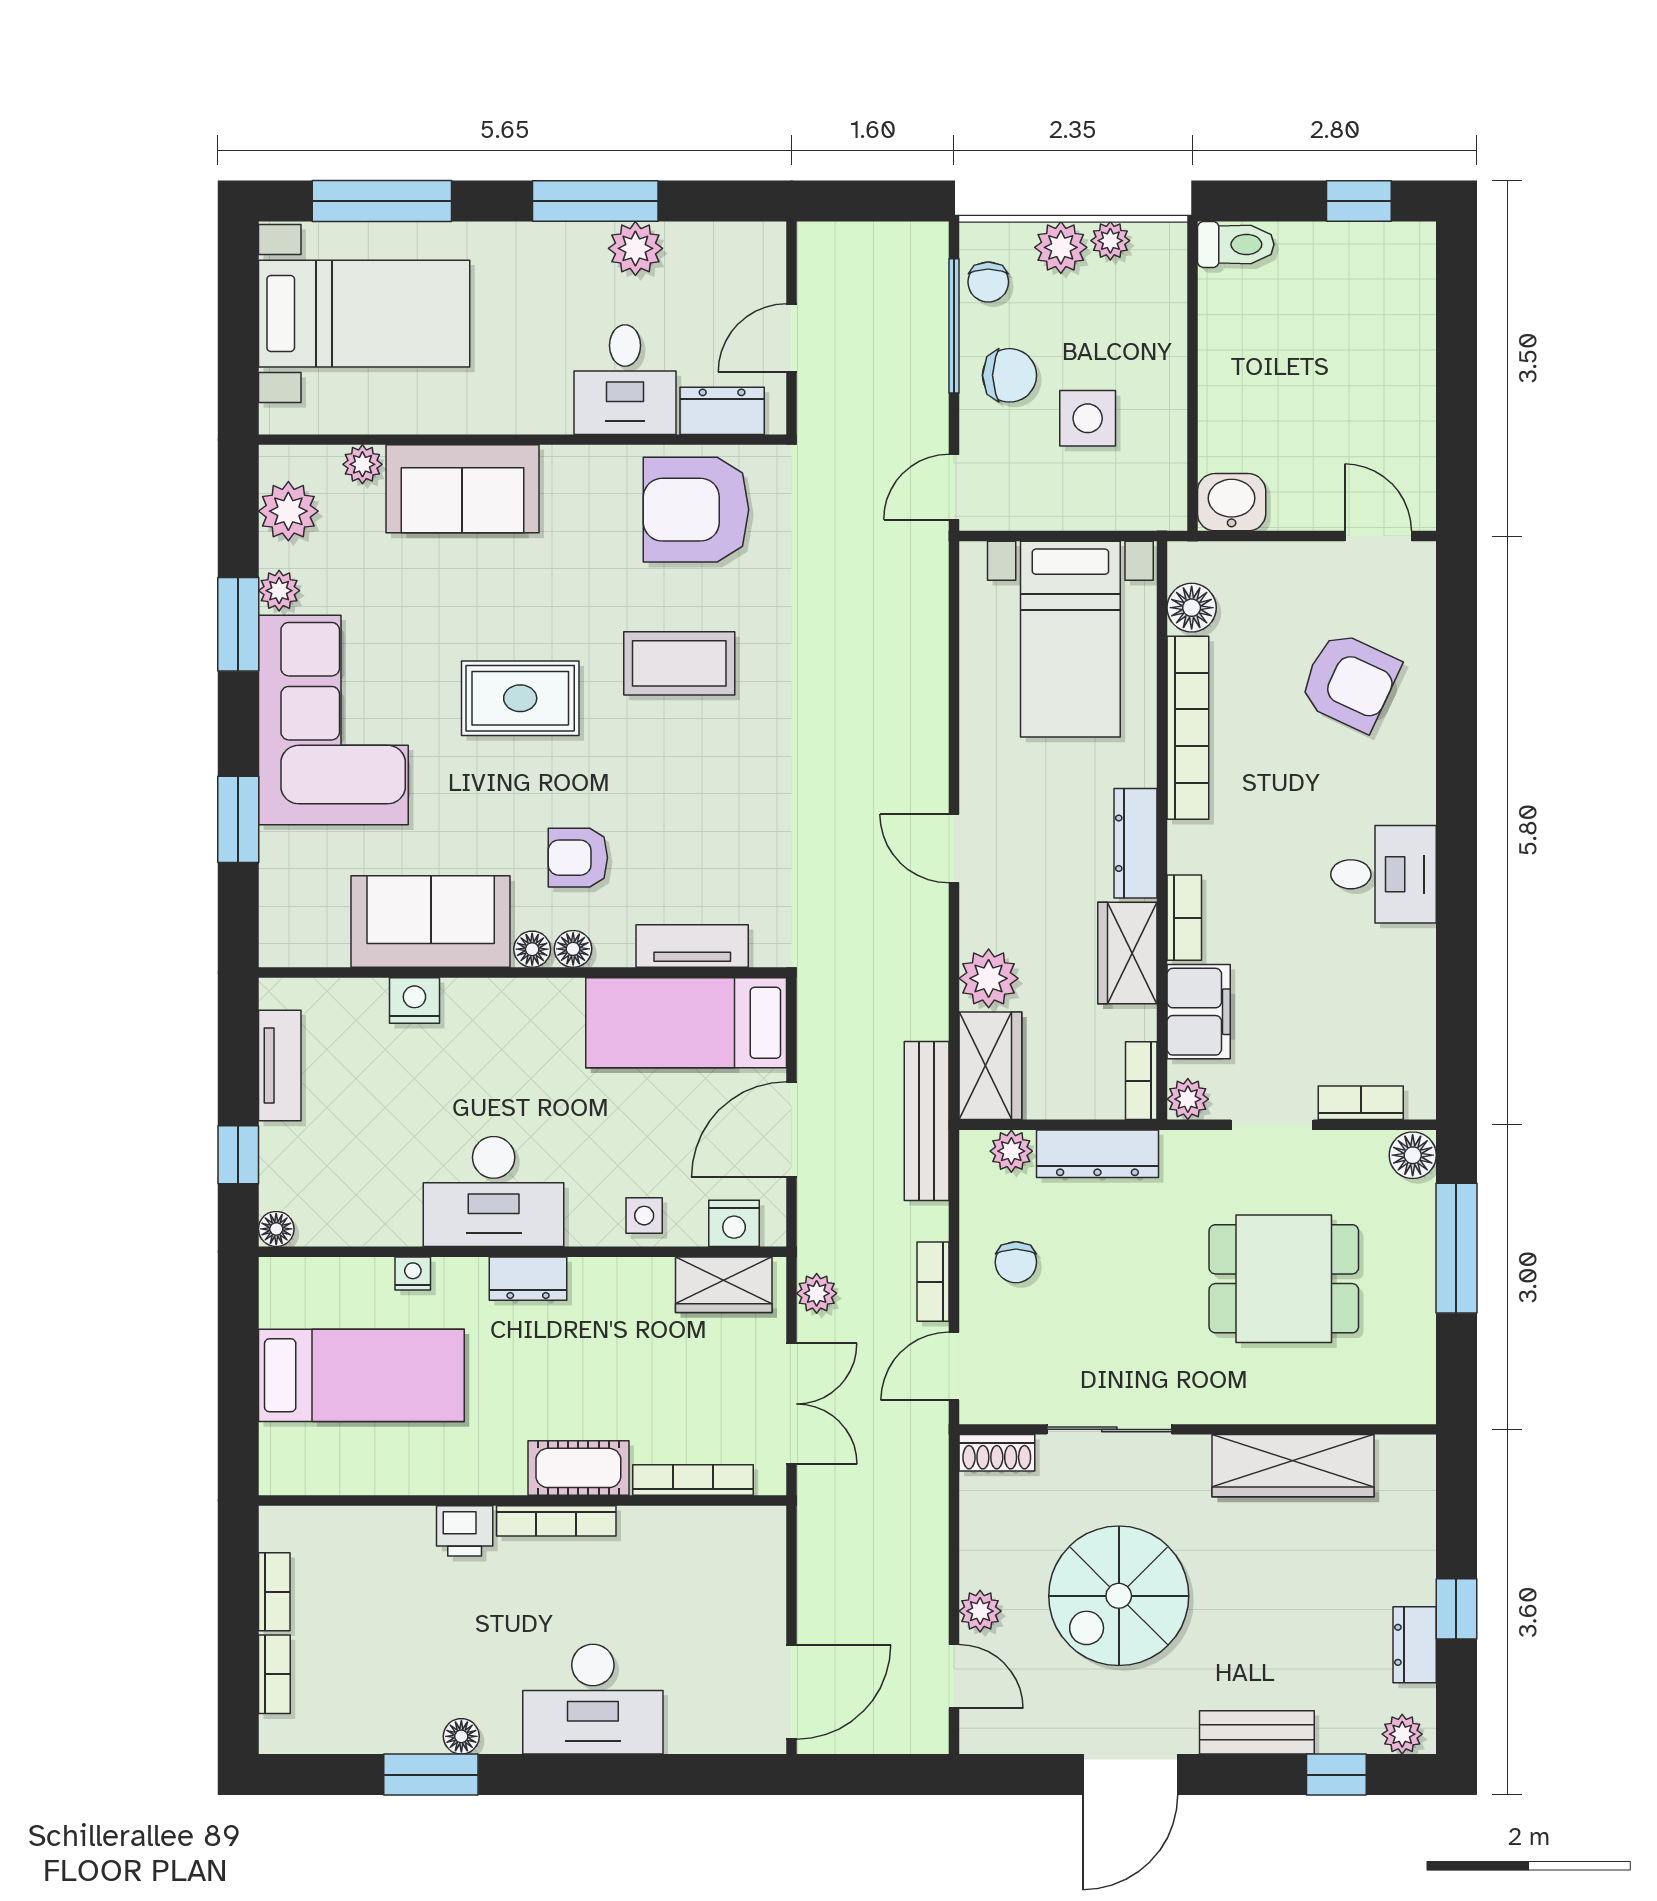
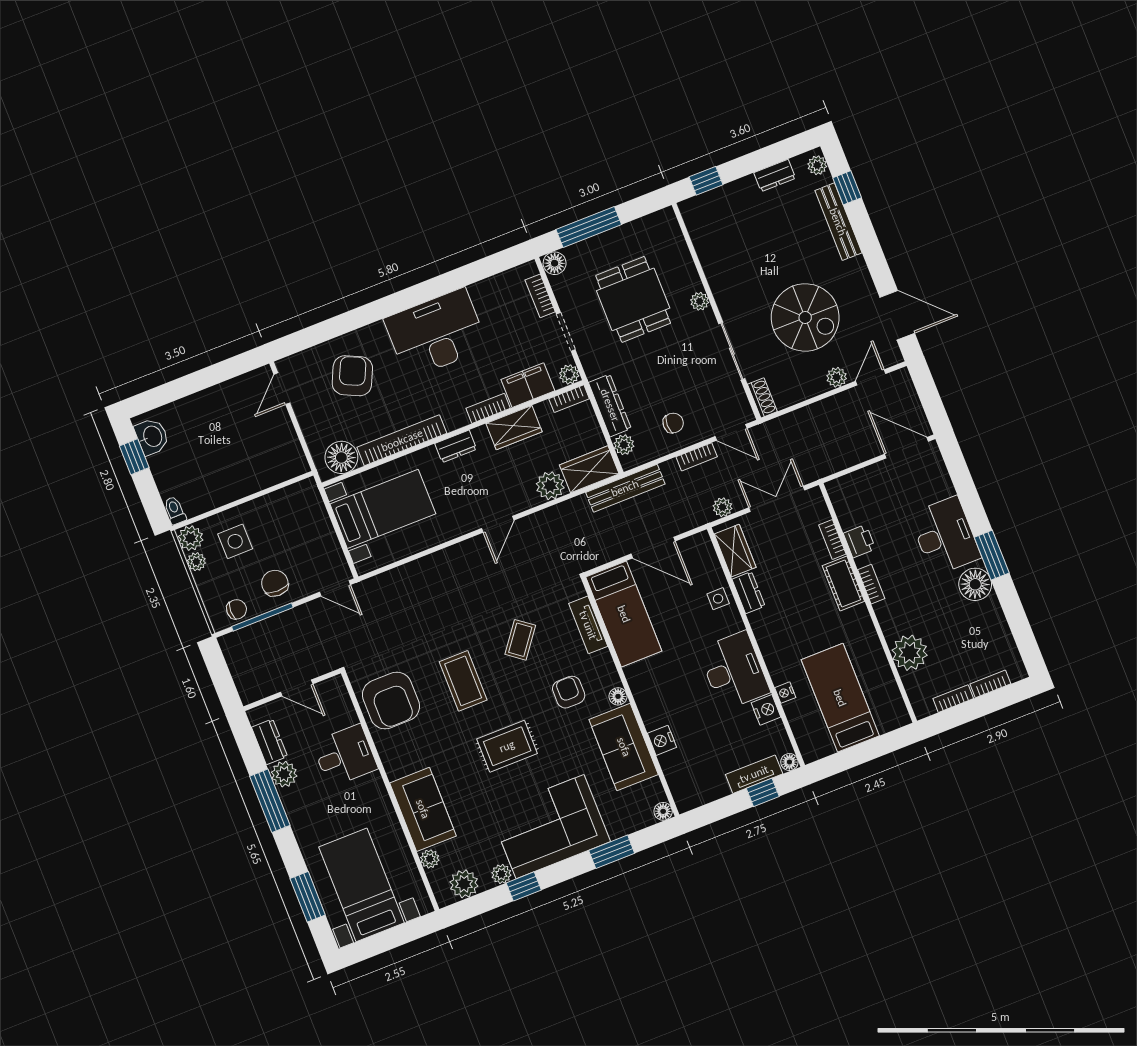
window: (382, 201) -> (308, 897), width x0.69
toilet: (1236, 244) -> (175, 510), width x0.73, depth x0.72
plant: (1061, 247) -> (191, 538), moved
dresser: (722, 411) -> (269, 742), moved, turned 180
side table: (1088, 418) -> (235, 541), moved
washbasin: (1232, 502) -> (152, 437), moved, turned 180
floor lamp: (1192, 608) -> (341, 457), width x1.38, depth x1.38
window: (238, 624) -> (524, 886), width x0.67
rug: (520, 698) -> (507, 746), turned 90
coffee table: (715, 804) -> (520, 640), added
dresser: (1136, 843) -> (456, 446), width x0.70
armchair: (578, 858) -> (569, 692), turned 180
desk: (1384, 874) -> (436, 333), width x1.87, depth x1.30
floor lamp: (573, 949) -> (663, 811), moved
tv unit: (280, 1066) -> (754, 774), moved
nightstand: (734, 1223) -> (766, 710), moved
dresser: (528, 1279) -> (748, 593), moved
plant: (1230, 1405) -> (700, 301), added
wardrobe: (1293, 1466) -> (716, 262), removed
bookcase: (693, 1480) -> (832, 540), width x0.64
bookcase: (556, 1521) -> (871, 584), width x0.64
printer: (465, 1531) -> (859, 541), moved
plant: (395, 1543) -> (910, 653), added
window: (1456, 1609) -> (706, 181), moved
bench: (1257, 1732) -> (838, 222), width x1.36
floor lamp: (461, 1736) -> (975, 584), width x1.89, depth x1.89
window: (431, 1775) -> (992, 555), moved
door: (1130, 1775) -> (897, 315), moved

